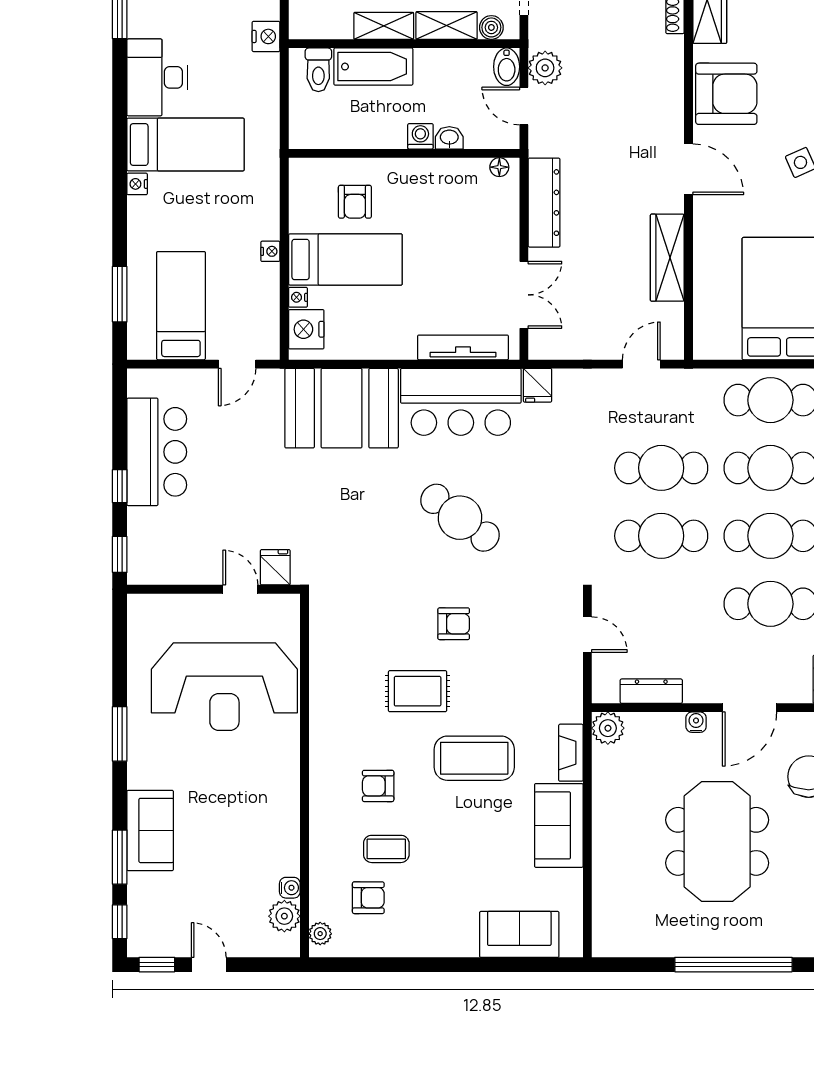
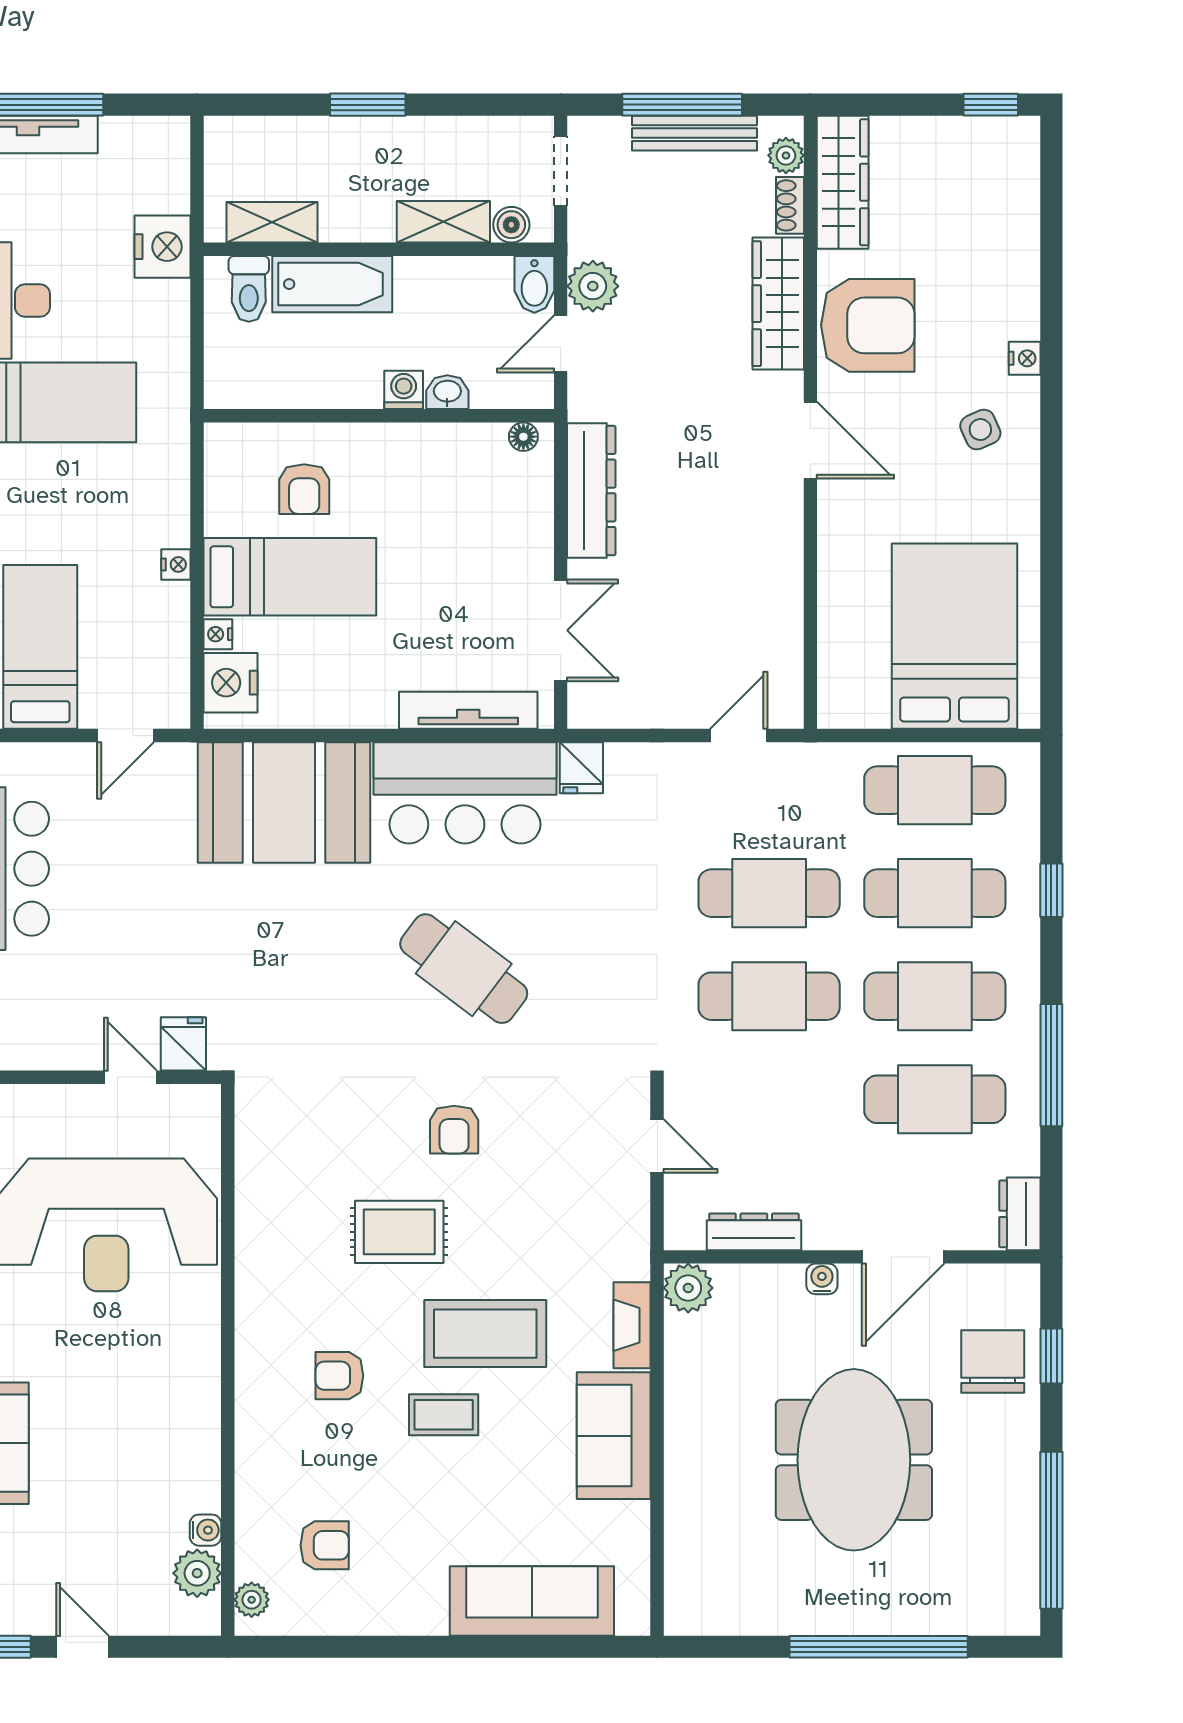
shelving: (384, 26) -> (272, 222), moved
nightstand: (266, 36) -> (163, 247), width x1.36, depth x1.33
door: (524, 106) -> (561, 344), hinge flipped
wardrobe: (667, 258) -> (778, 304), moved
armchair: (454, 624) -> (454, 1130), turned 90
coffee table: (386, 849) -> (444, 1415), moved
sofa: (519, 934) -> (532, 1601), width x1.36

